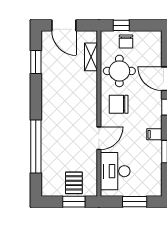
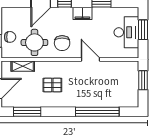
window: (36, 62) -> (27, 112), width x1.44
filing cabinet: (154, 134) -> (82, 13), width x2.00
desk: (115, 171) -> (126, 32), moved, turned -90
pallet: (74, 183) -> (52, 85), moved

